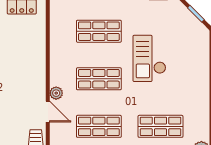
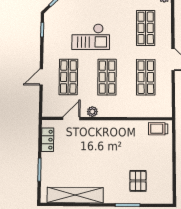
plant: (56, 93) -> (92, 112), moved
door: (48, 112) -> (71, 118), moved

